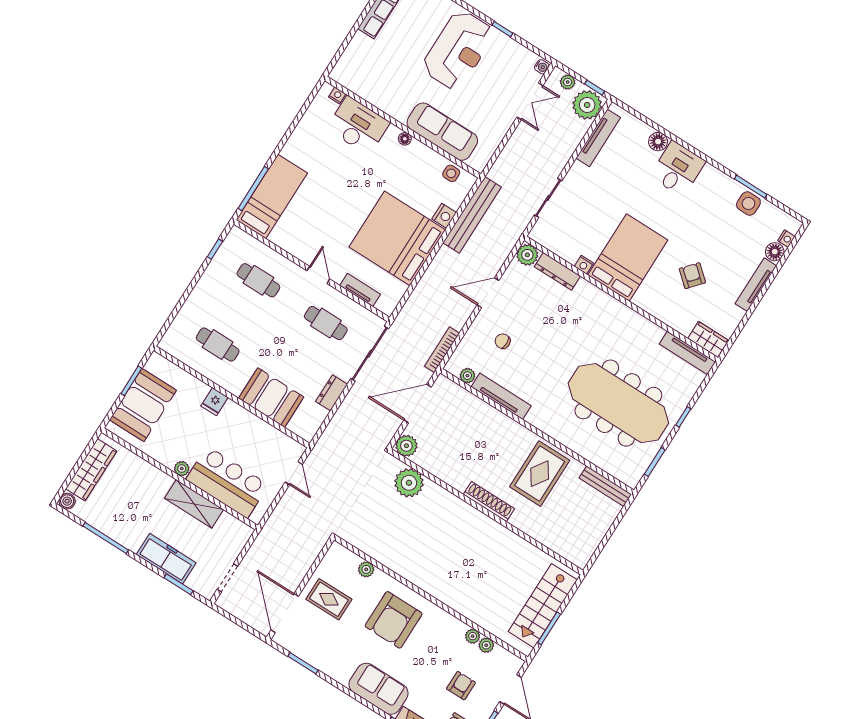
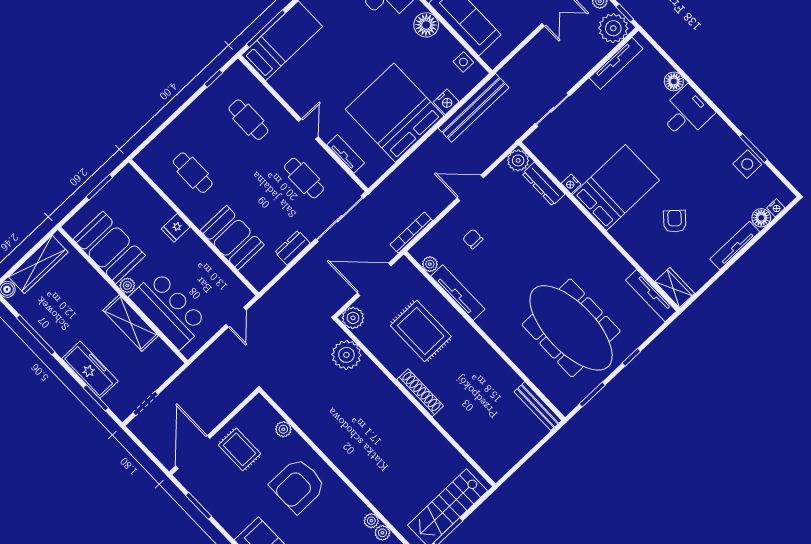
floor lamp: (405, 139) -> (426, 25), width x1.89, depth x1.89
booth: (143, 405) -> (109, 247), moved, turned 90
rug: (540, 474) -> (421, 331), moved, turned 90

